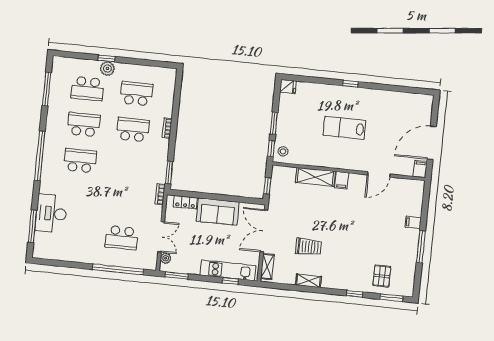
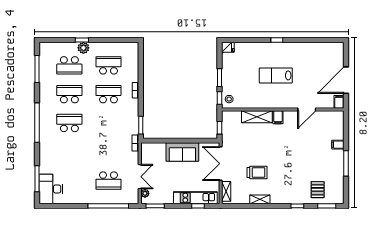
locker: (185, 202) -> (156, 147), removed
desk: (51, 213) -> (51, 189), moved

